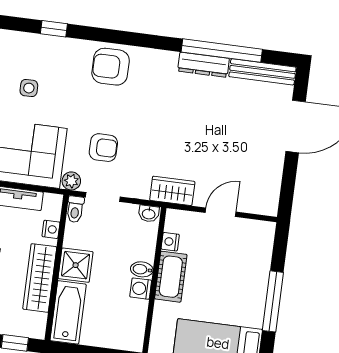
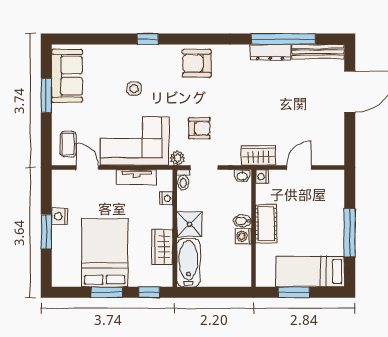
nightstand: (170, 242) -> (262, 176), moved
wardrobe: (40, 278) -> (162, 247), width x0.67

